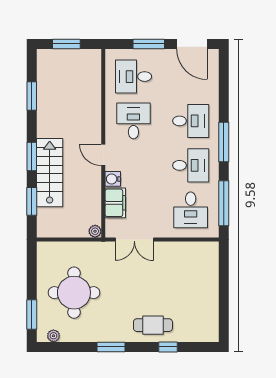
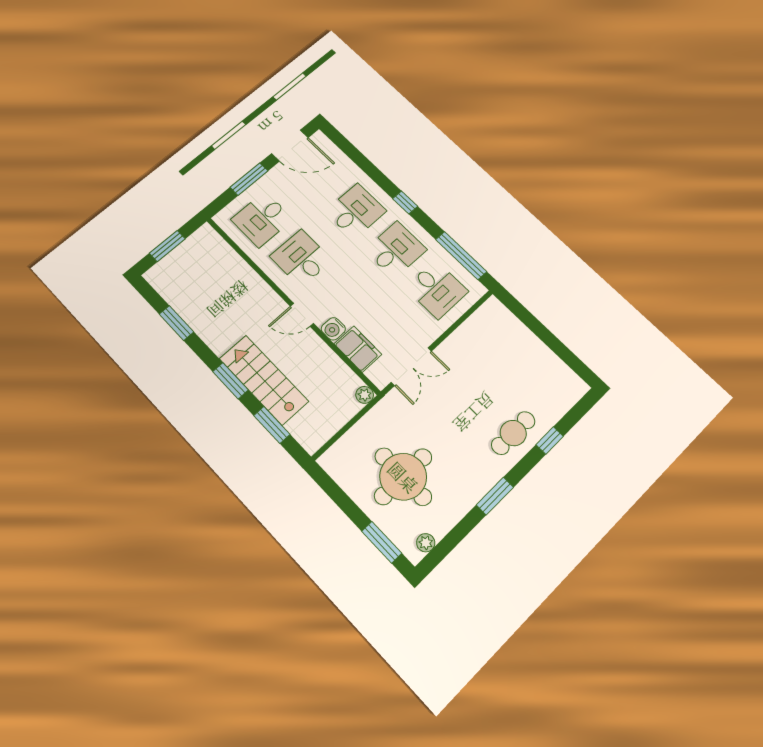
window: (224, 142) -> (405, 202), width x0.46

